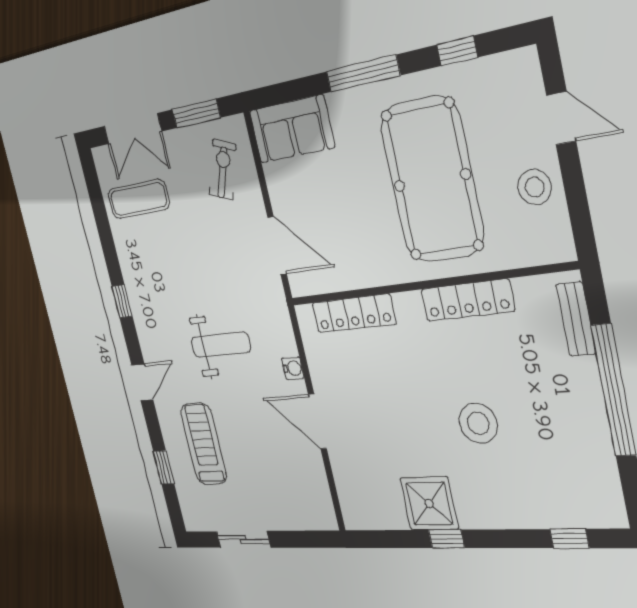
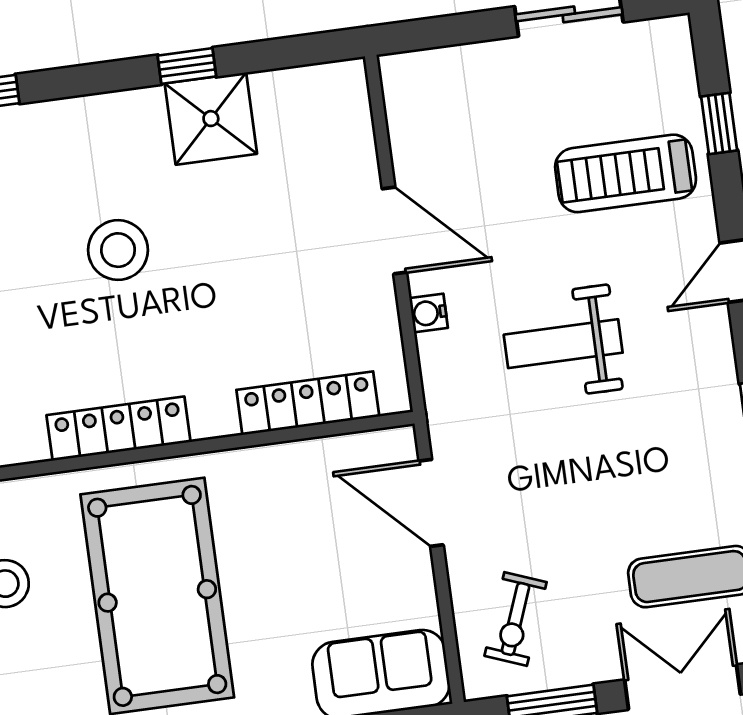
treadmill: (204, 444) -> (626, 173), turned 90

